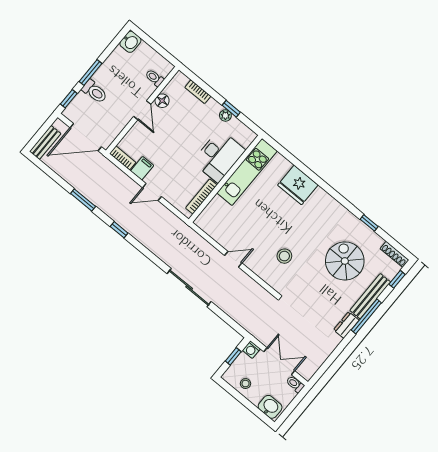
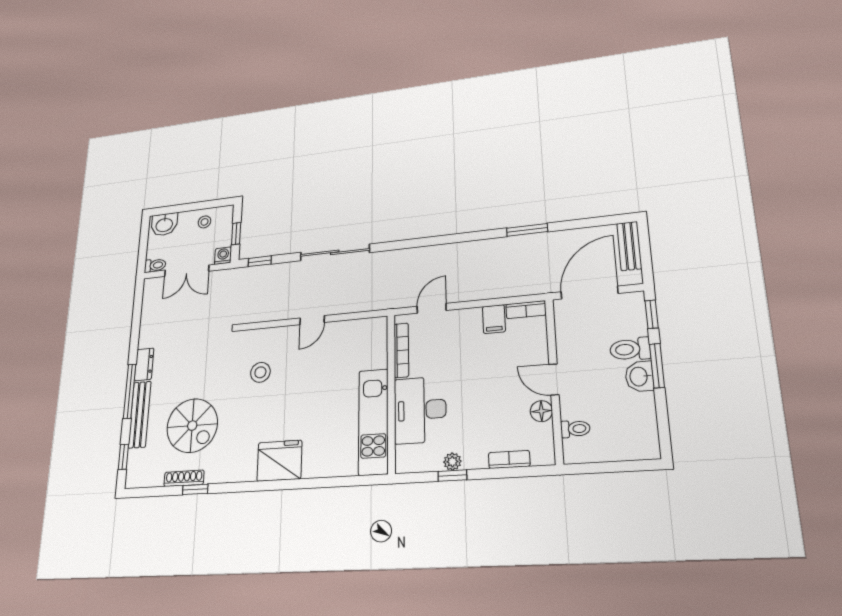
washbasin: (130, 42) -> (639, 376), moved
fridge: (298, 185) -> (279, 461), moved
door: (152, 192) -> (432, 308), moved
window: (119, 230) -> (260, 261), moved
shoe rack: (394, 254) -> (184, 478), moved

